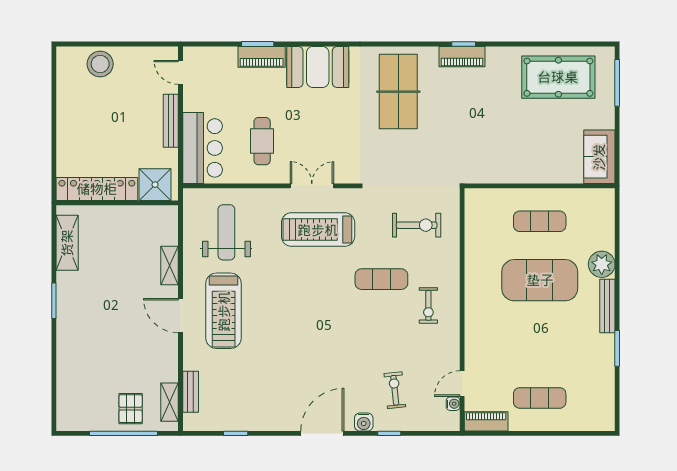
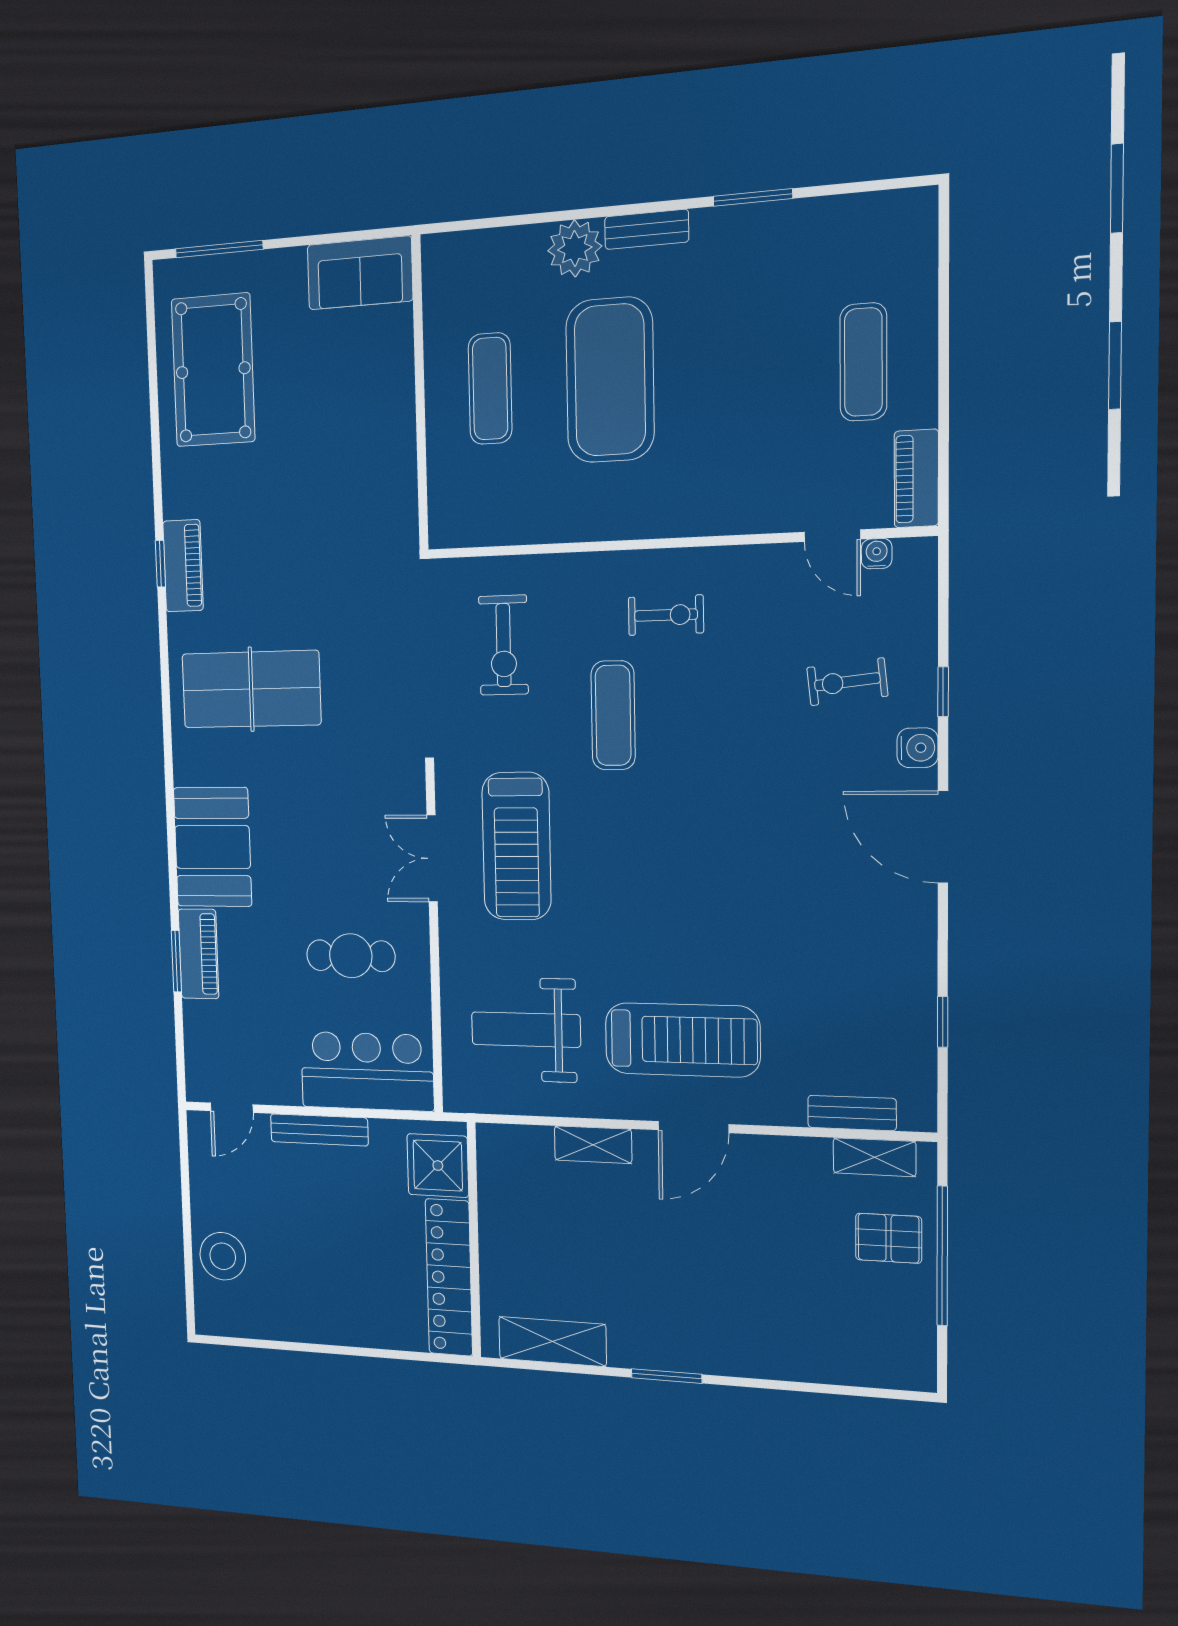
exercise bike: (417, 225) -> (503, 645), turned 180
bench: (607, 306) -> (647, 229), width x0.73

